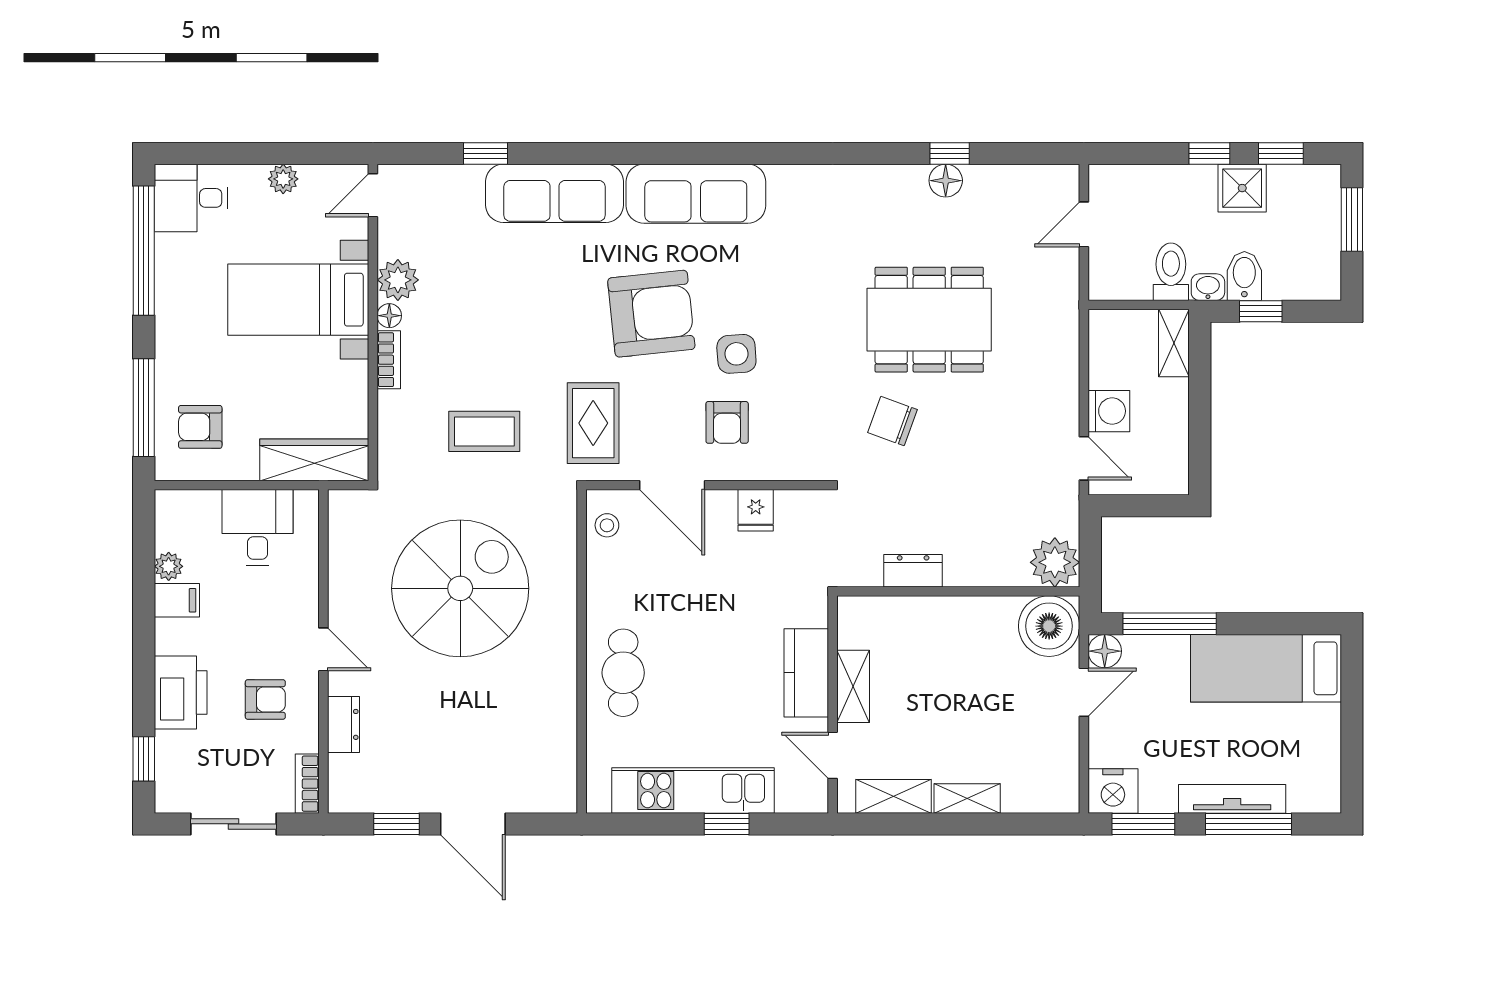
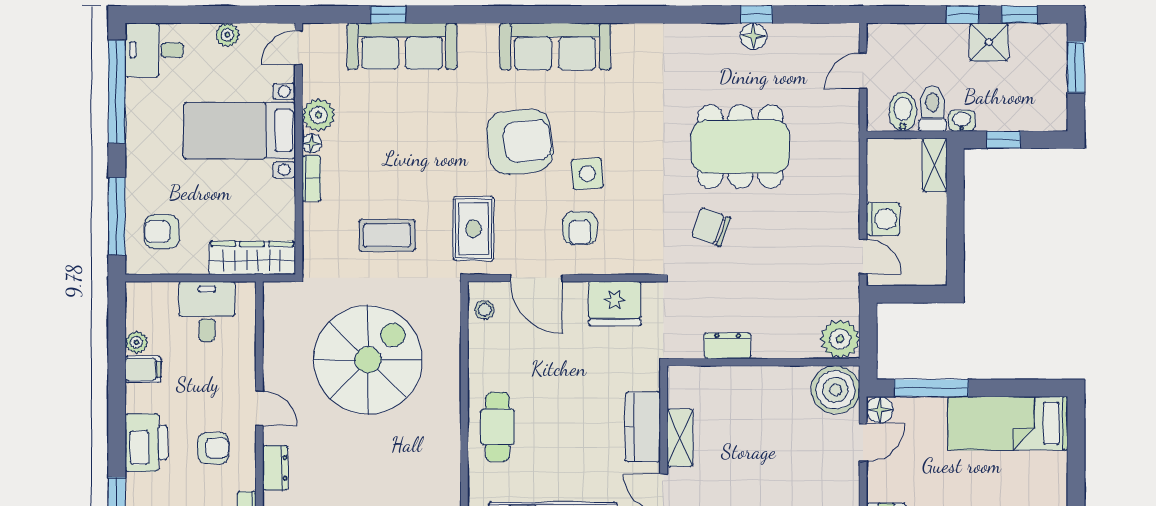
sofa: (555, 193) -> (402, 46), moved
bidet: (1244, 276) -> (903, 112), moved
fridge: (756, 510) -> (615, 303), width x1.88, depth x1.34

